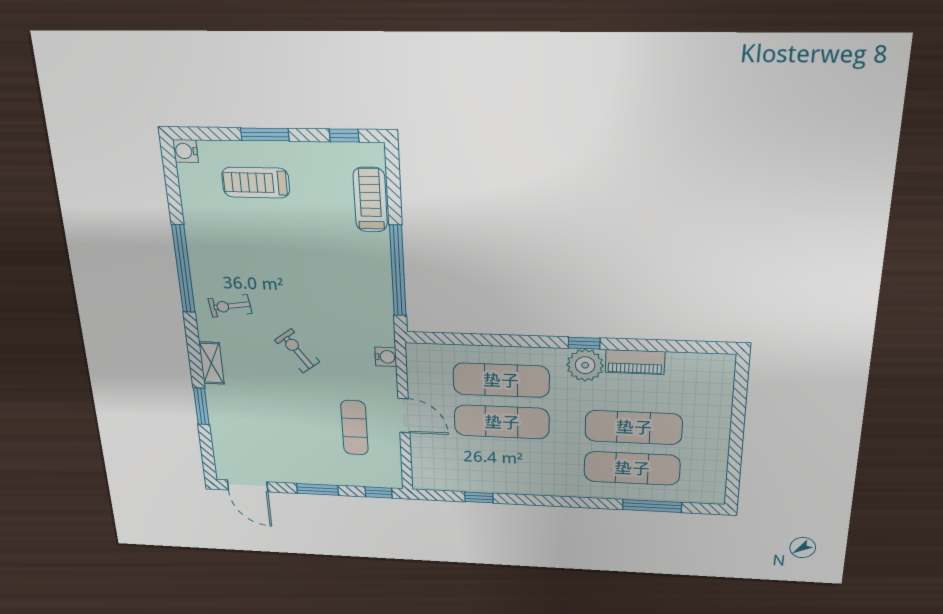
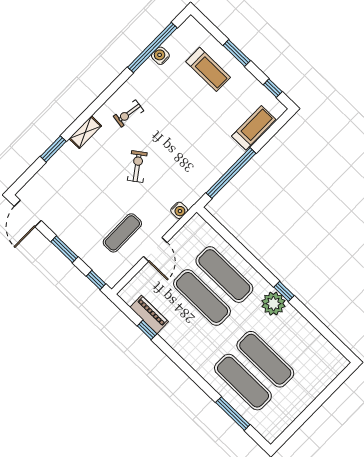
water cooler: (186, 151) -> (160, 56), moved
treadmill: (256, 183) -> (208, 69), turned 180
window: (183, 269) -> (152, 48), moved
exercise bike: (230, 306) -> (128, 113), turned -73
piano: (635, 362) -> (149, 314), moved, turned 180

